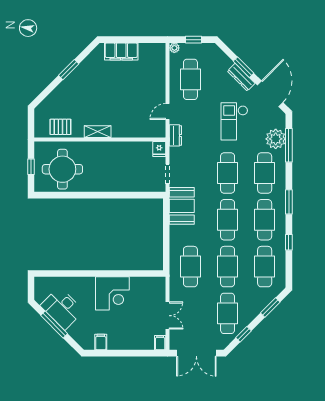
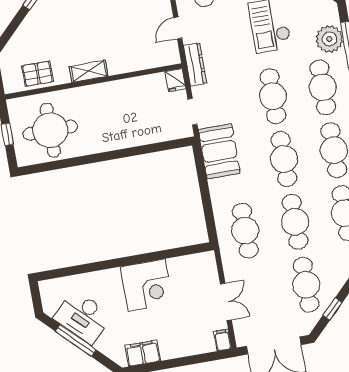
dresser: (175, 135) -> (195, 64), width x1.44
filing cabinet: (101, 342) -> (143, 353), width x2.00

